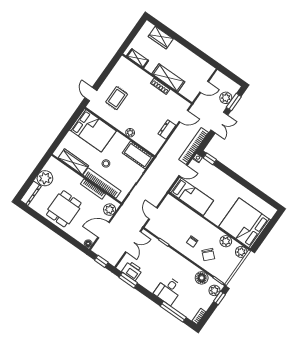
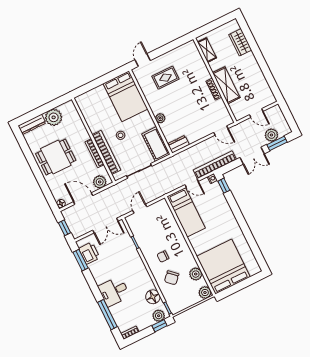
dresser: (167, 130) -> (178, 144), moved
wardrobe: (73, 162) -> (90, 116), removed

